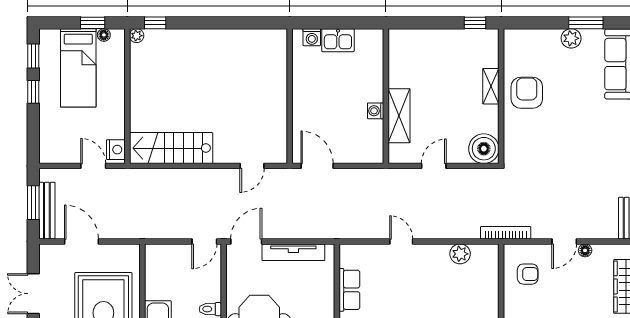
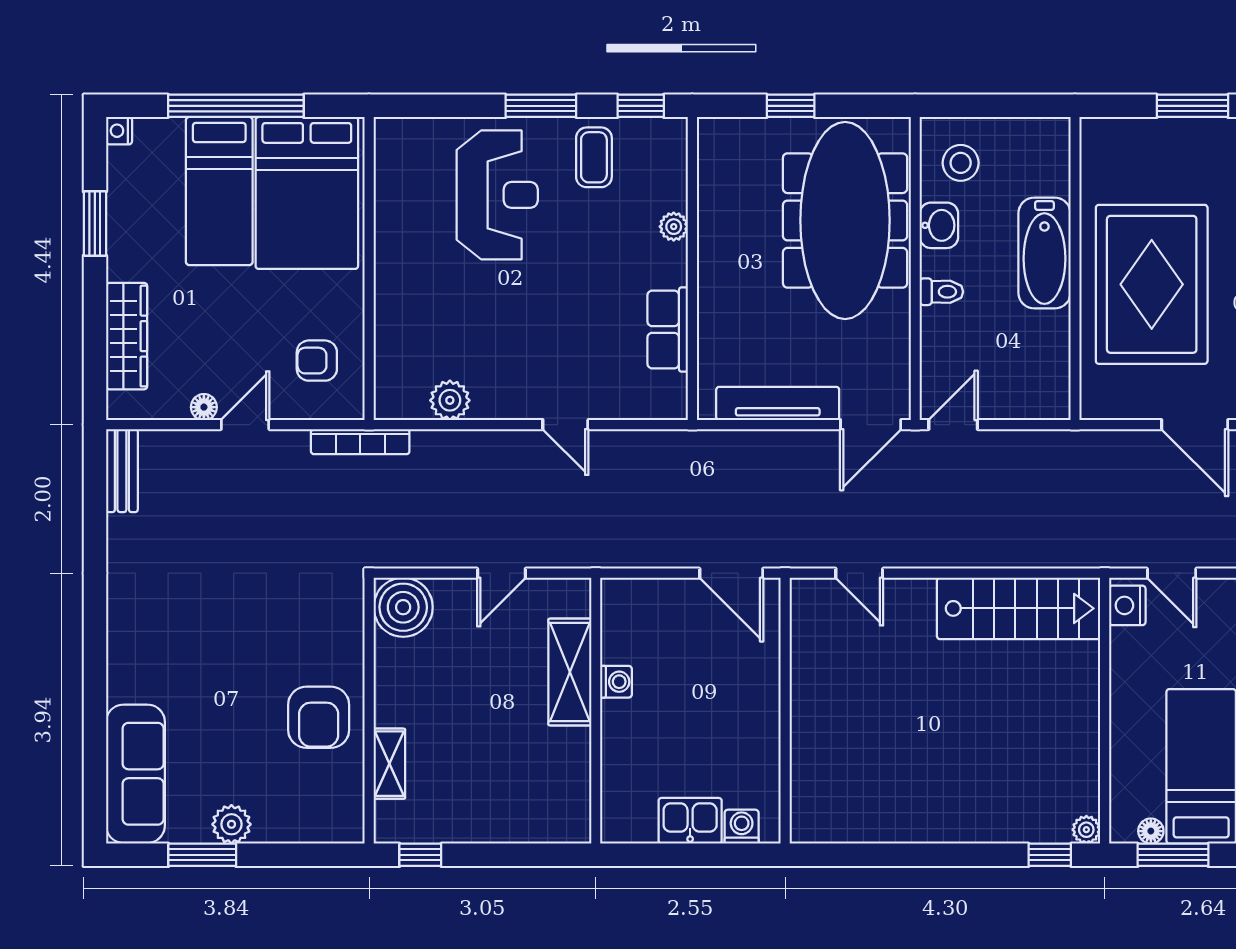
window: (93, 23) -> (1173, 855), width x1.50
shelving: (491, 86) -> (389, 764), moved
door: (252, 166) -> (859, 573), swing flipped

